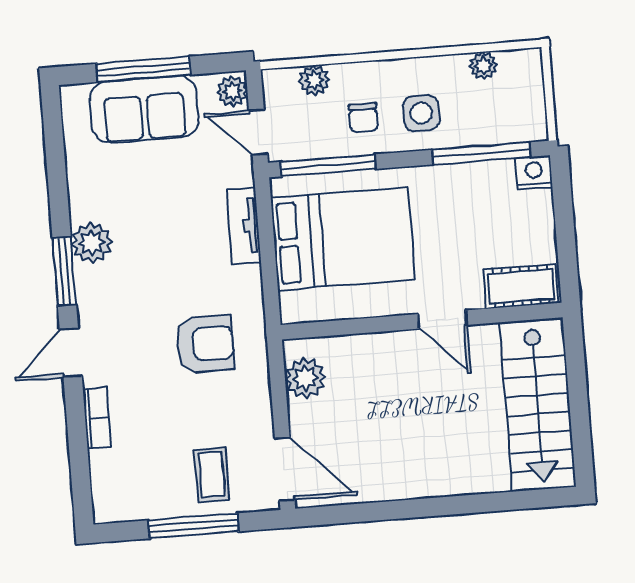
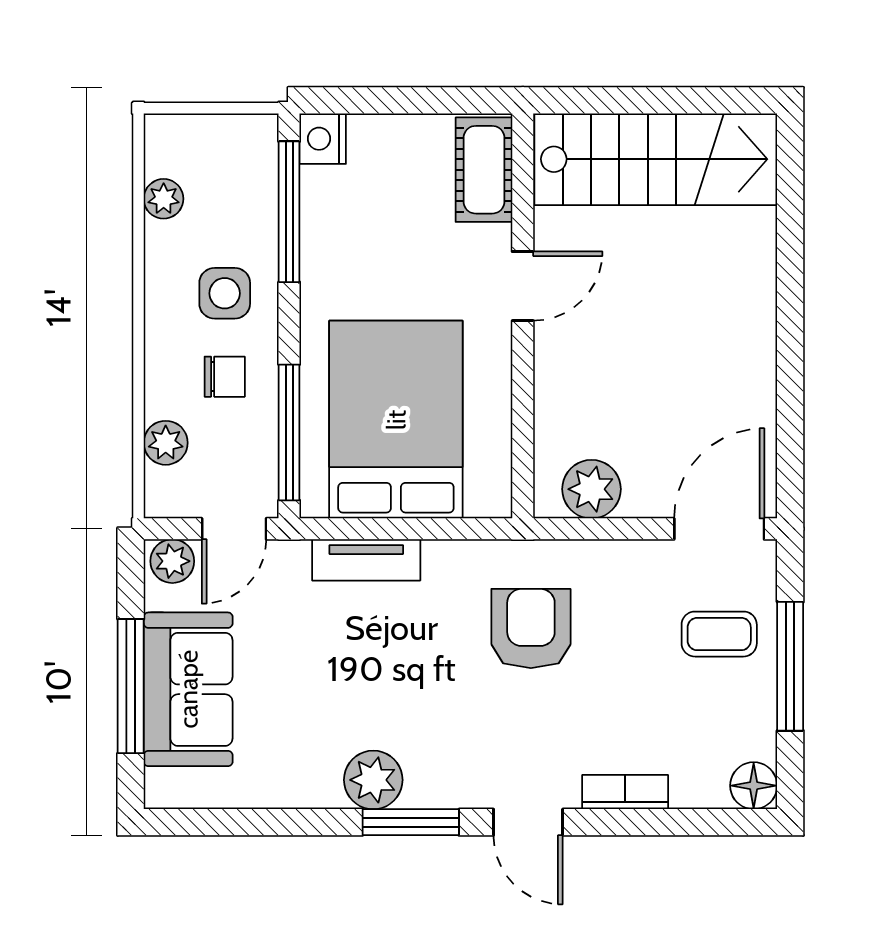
floor lamp: (108, 507) -> (754, 786), added

